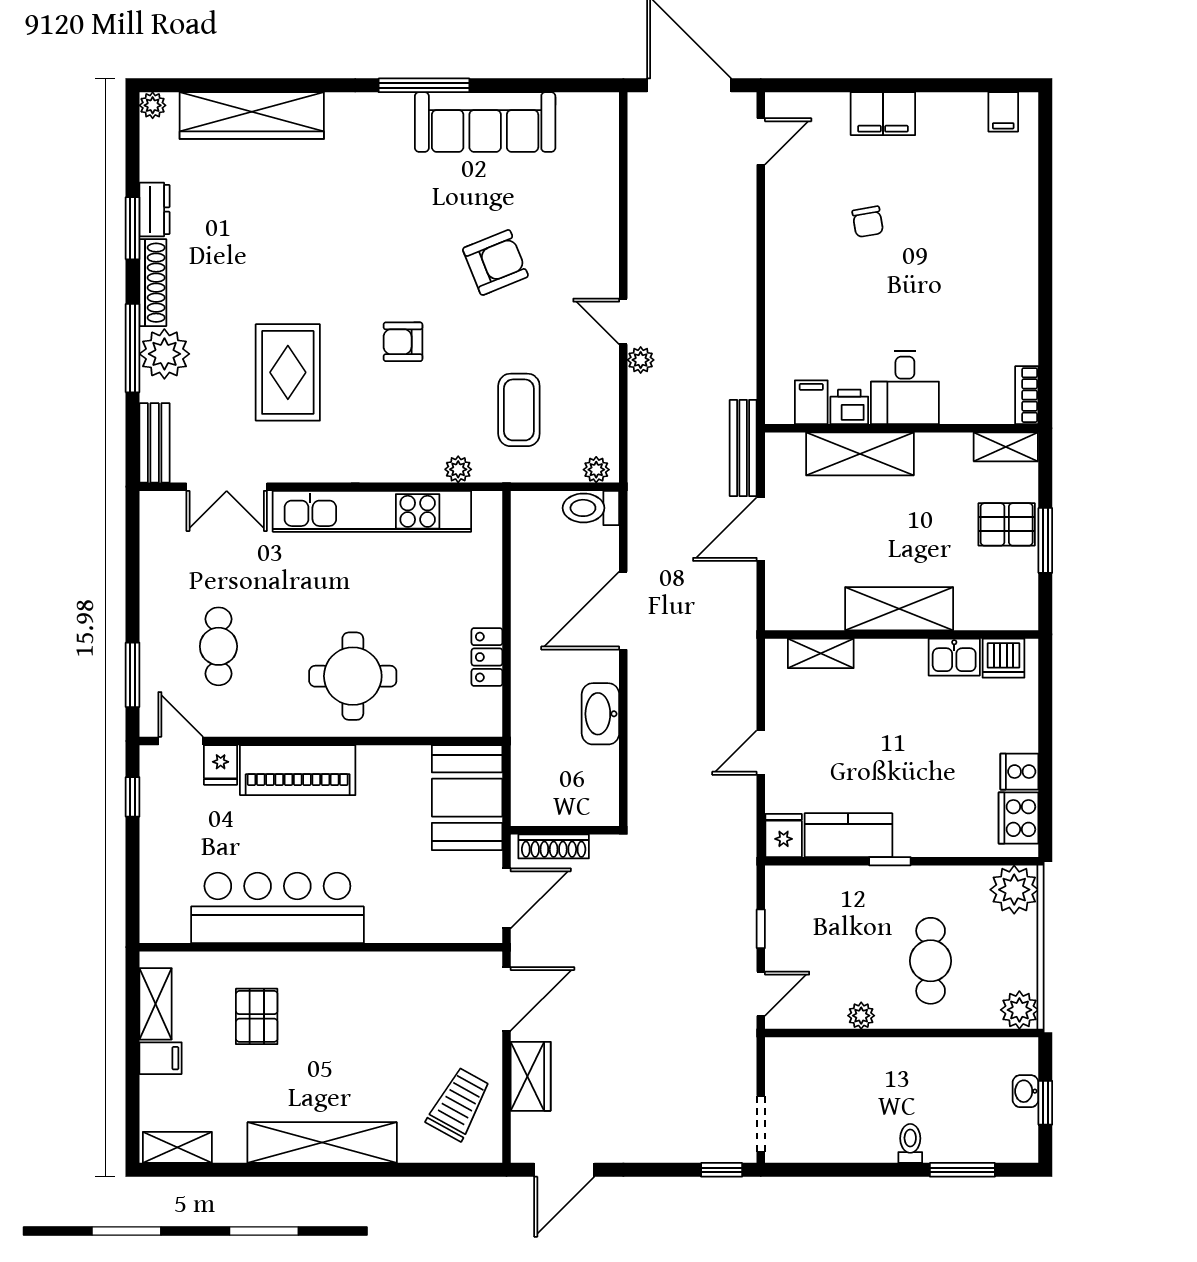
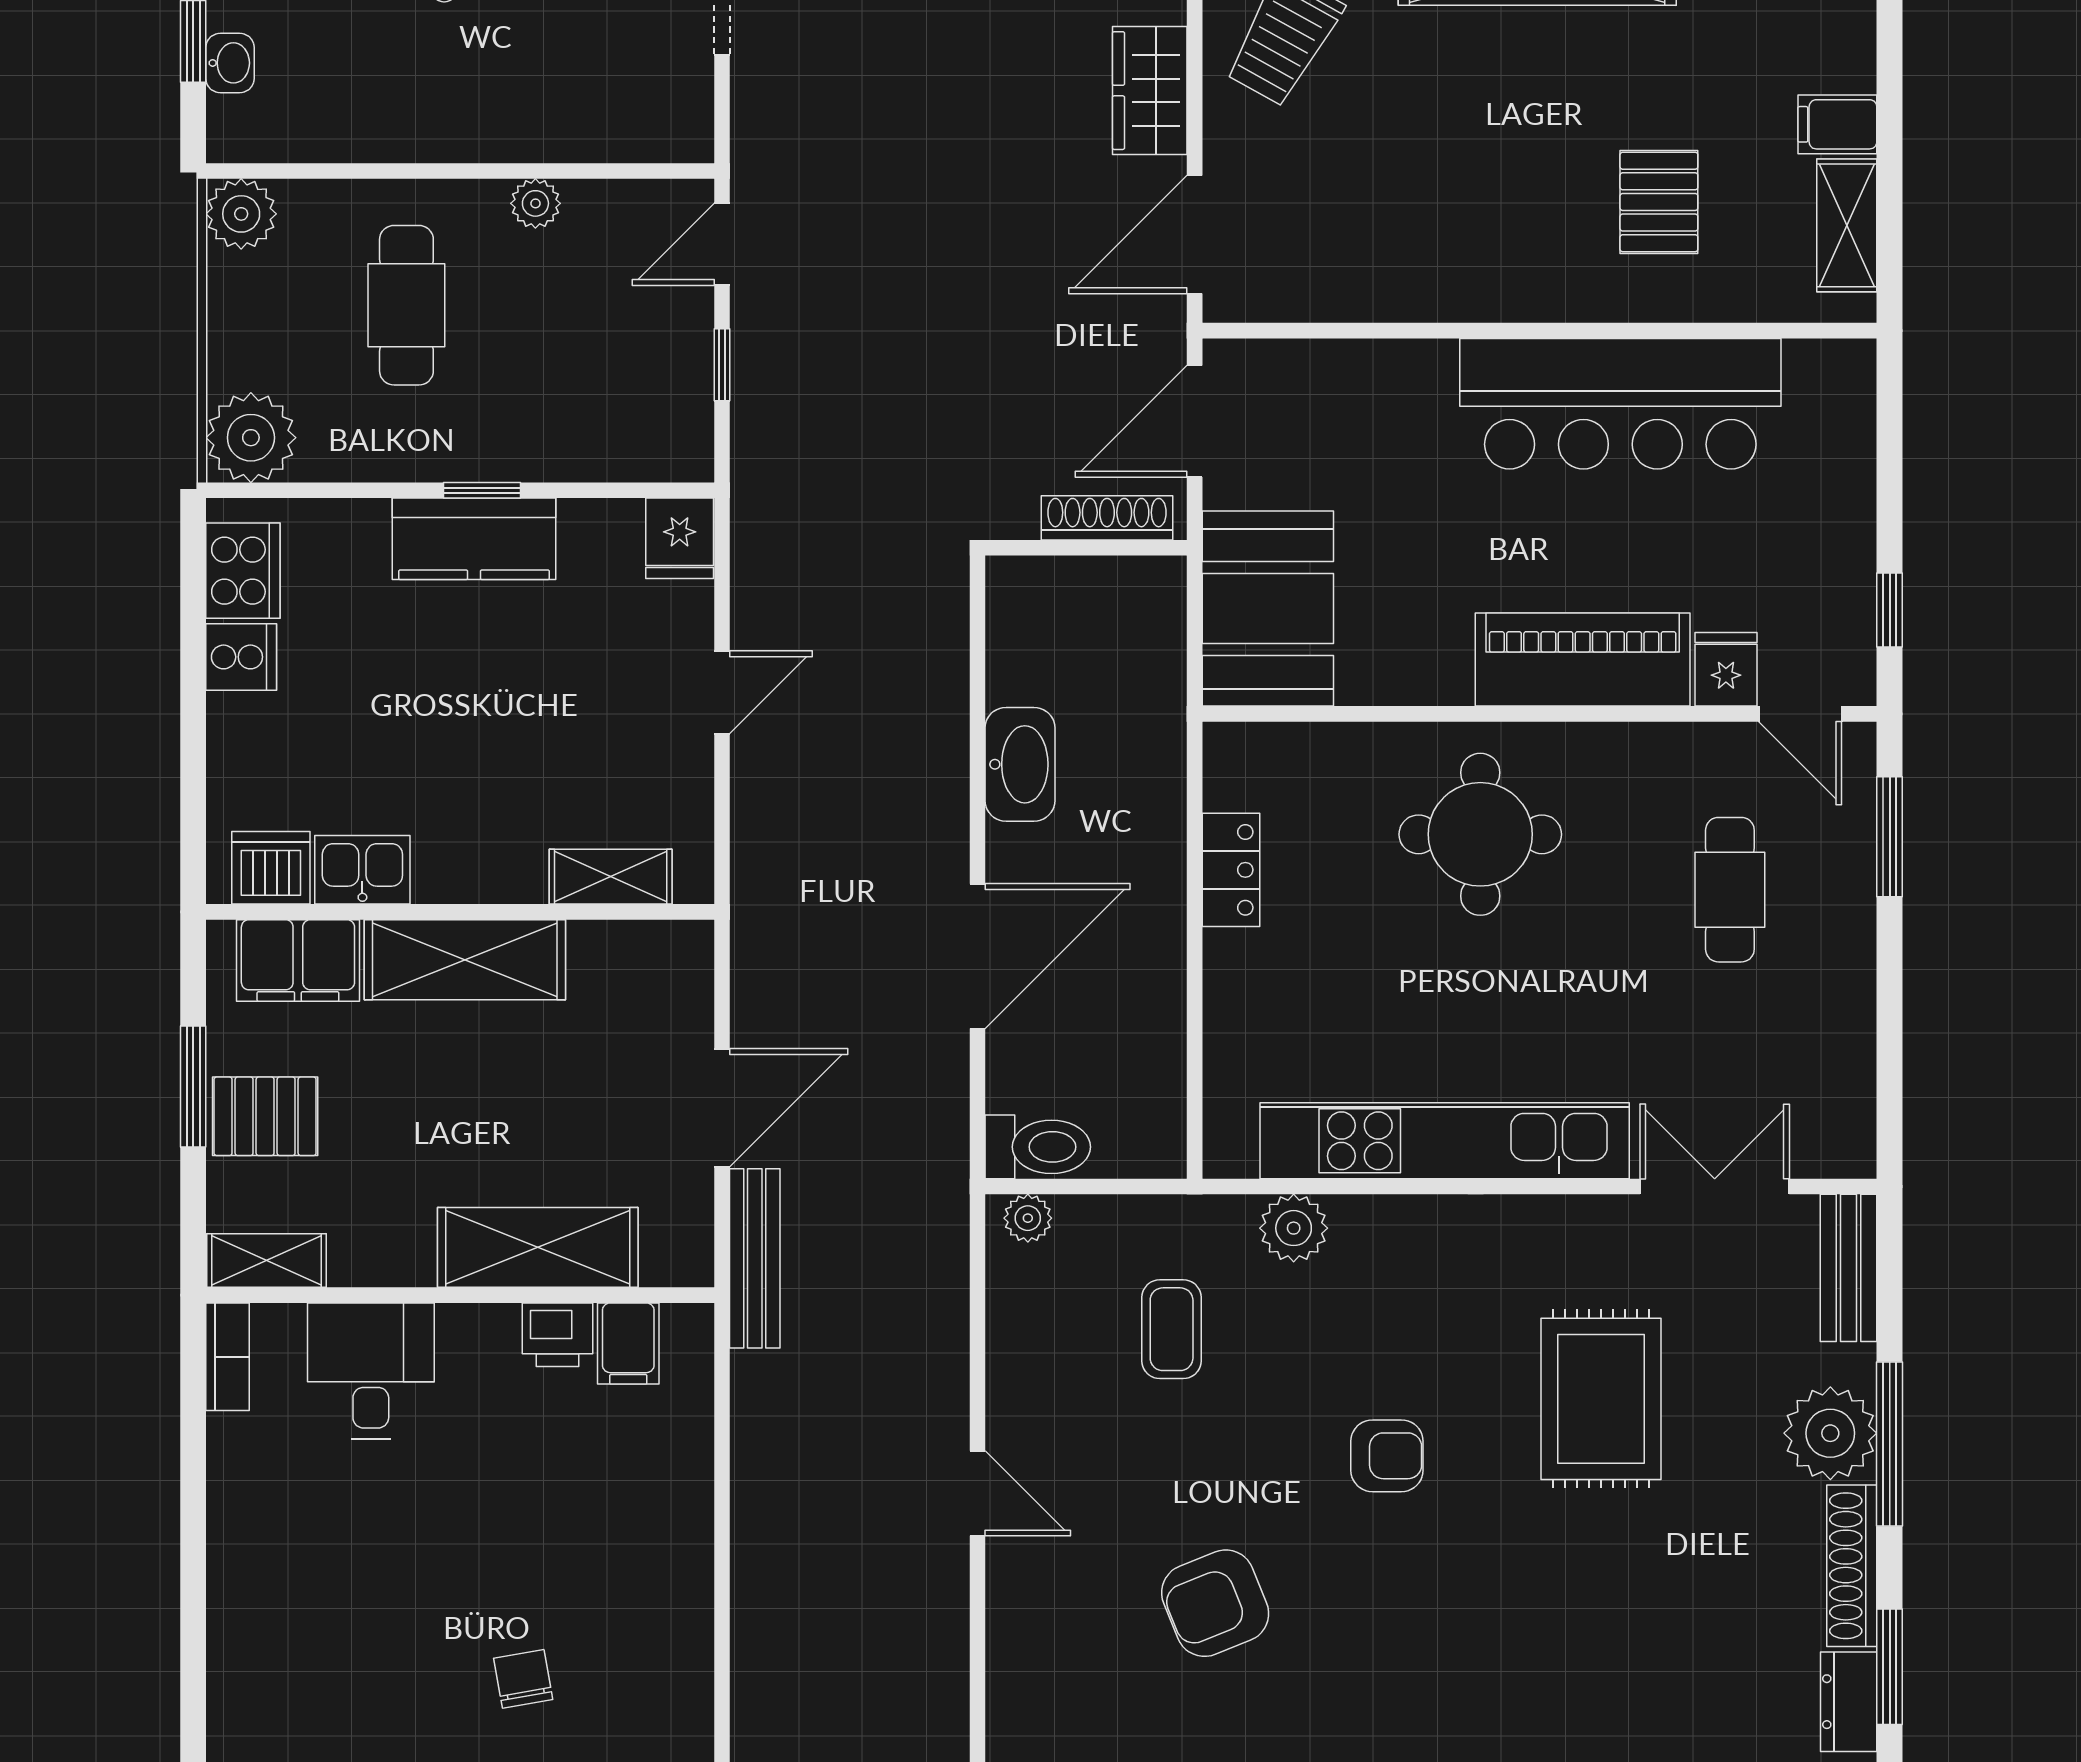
plant: (641, 360) -> (945, 1422), removed
desk: (905, 387) -> (371, 1371), moved
coffee table: (519, 410) -> (1172, 1329), width x0.73, depth x0.77
plant: (458, 469) -> (1294, 1228), width x1.38, depth x1.38
filing cabinet: (989, 608) -> (298, 960), added
kitchen counter: (848, 835) -> (474, 539), moved

